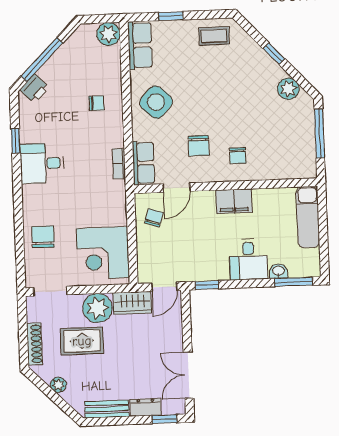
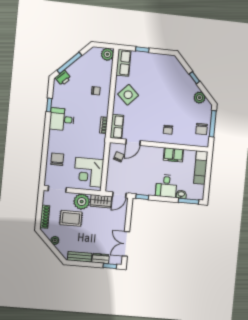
coffee table: (214, 36) -> (164, 64), removed
chair: (199, 146) -> (202, 129), moved
filing cabinet: (234, 201) -> (173, 155), moved

